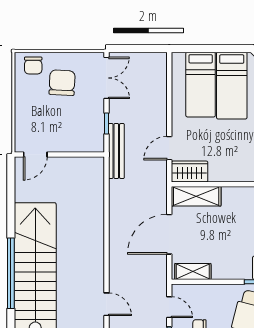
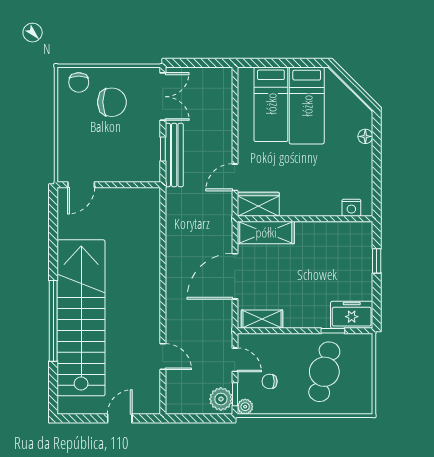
chair: (62, 83) -> (112, 102), turned 87
bench: (116, 151) -> (174, 155), moved

